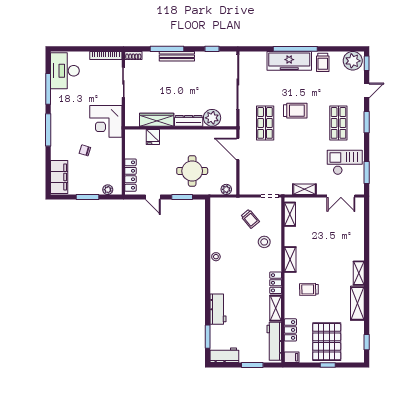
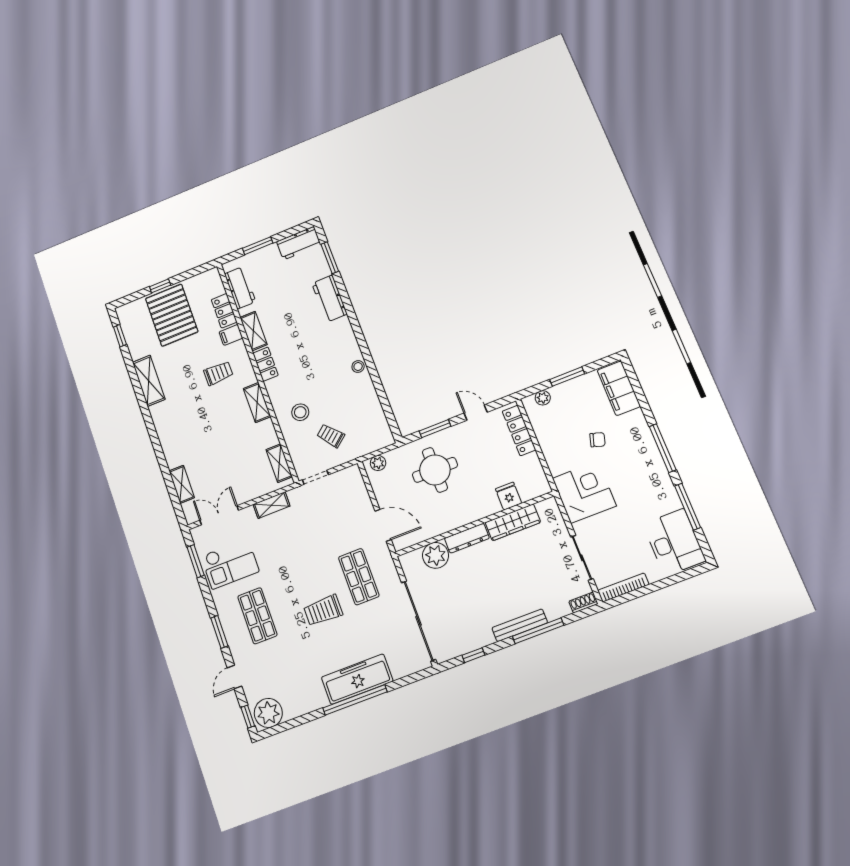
trolley: (323, 62) -> (309, 695), removed
shelving: (359, 273) -> (182, 484), moved
workbench: (274, 341) -> (240, 288), width x0.73
filing cabinet: (292, 357) -> (231, 335), moved

